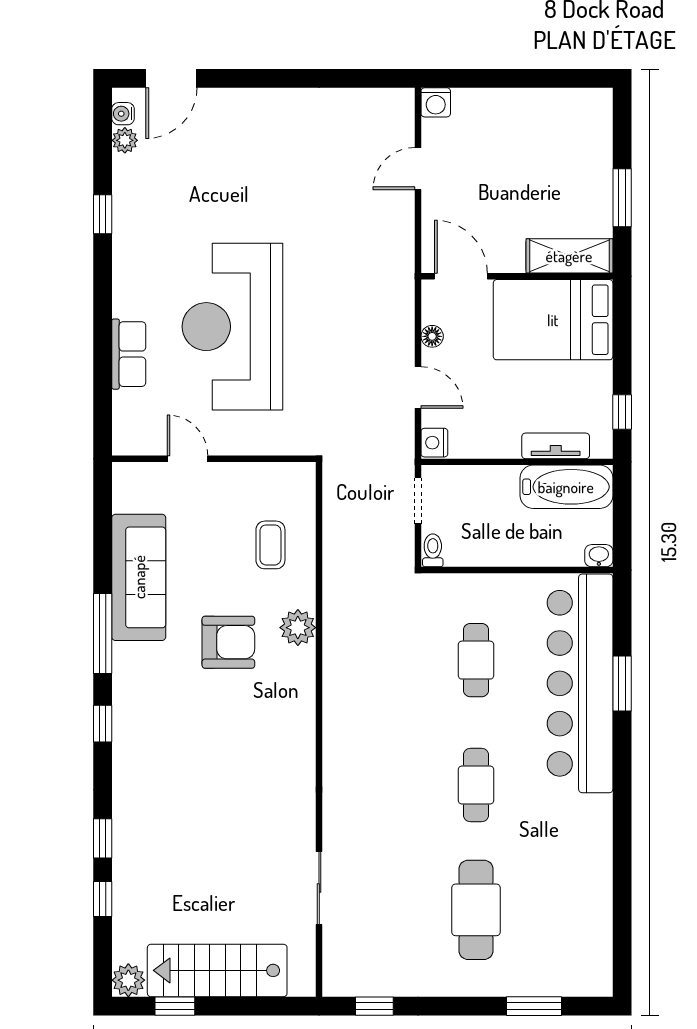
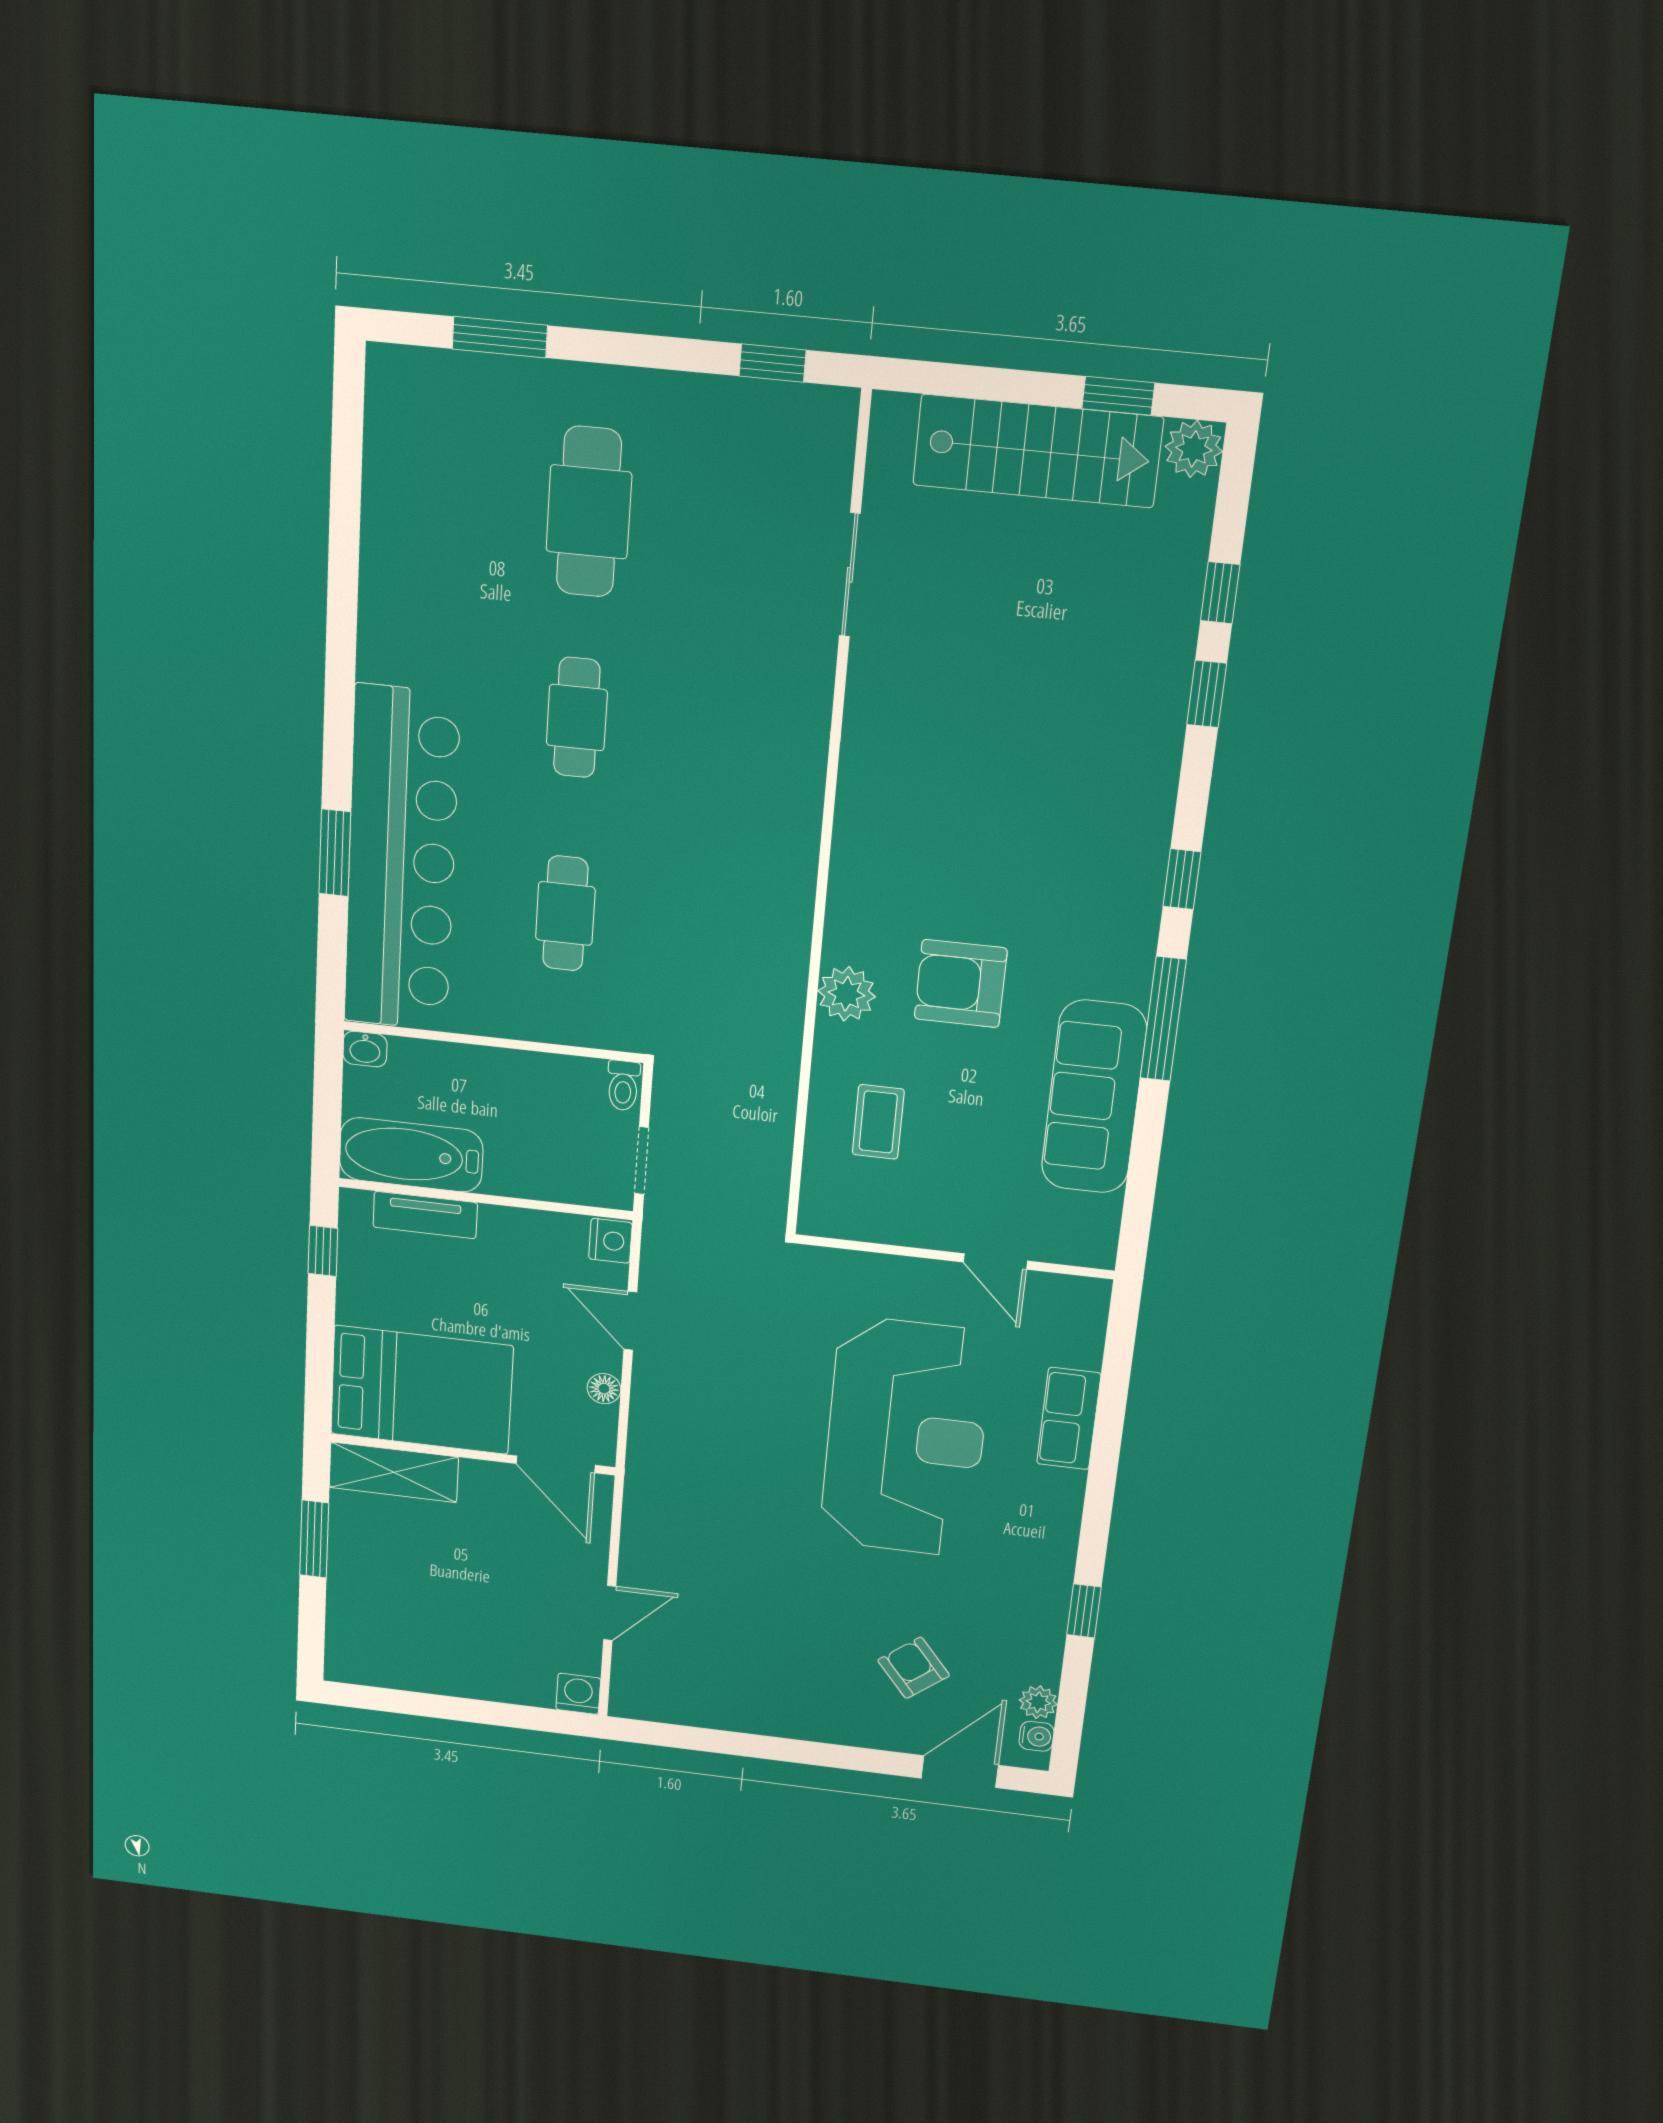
armchair: (210, 155) -> (914, 1668), added

